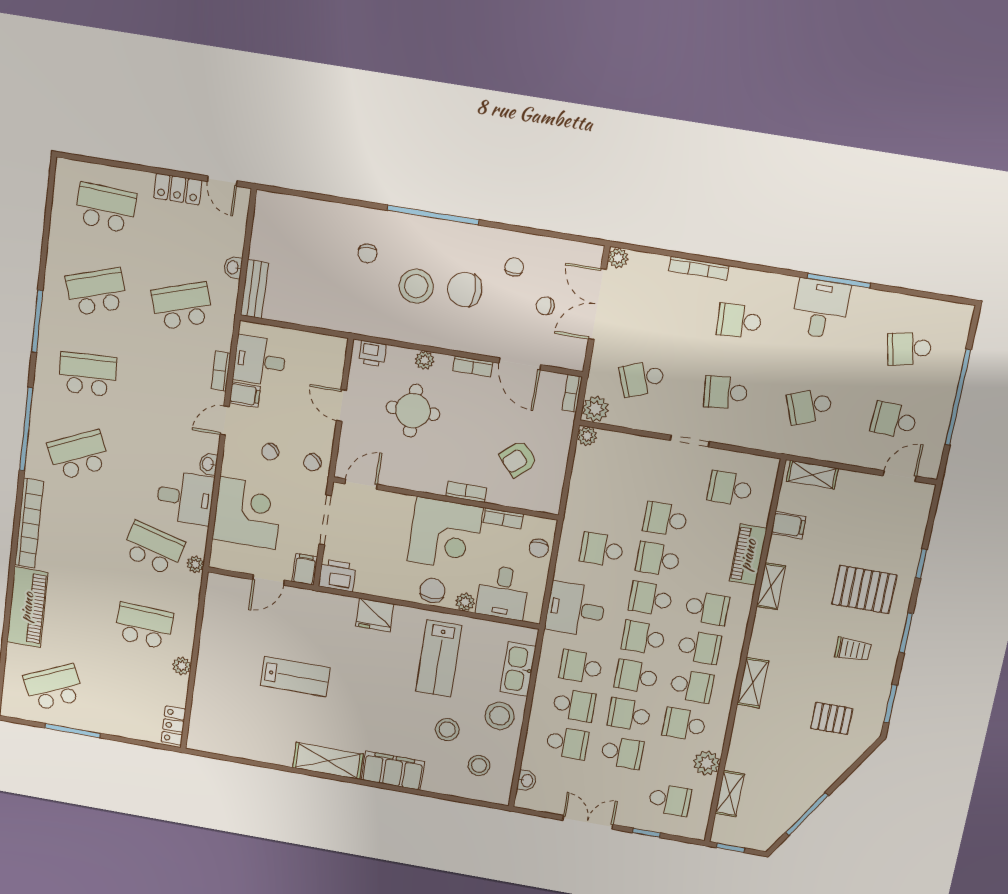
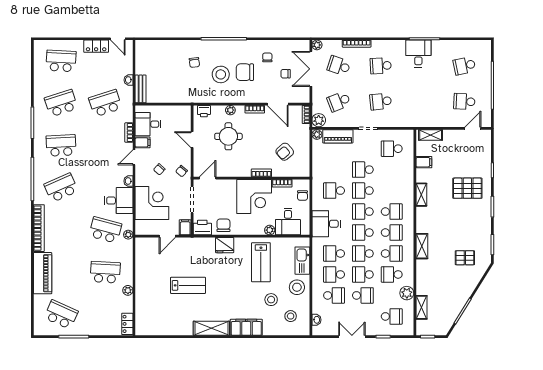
school desk: (810, 406) -> (339, 66), moved, turned 39
piano: (748, 555) -> (338, 136), moved, turned -90
chair: (432, 590) -> (223, 225), moved
trolley: (853, 650) -> (468, 220), removed
school desk: (54, 687) -> (61, 315), turned 48
school desk: (574, 705) -> (334, 274), turned 180

